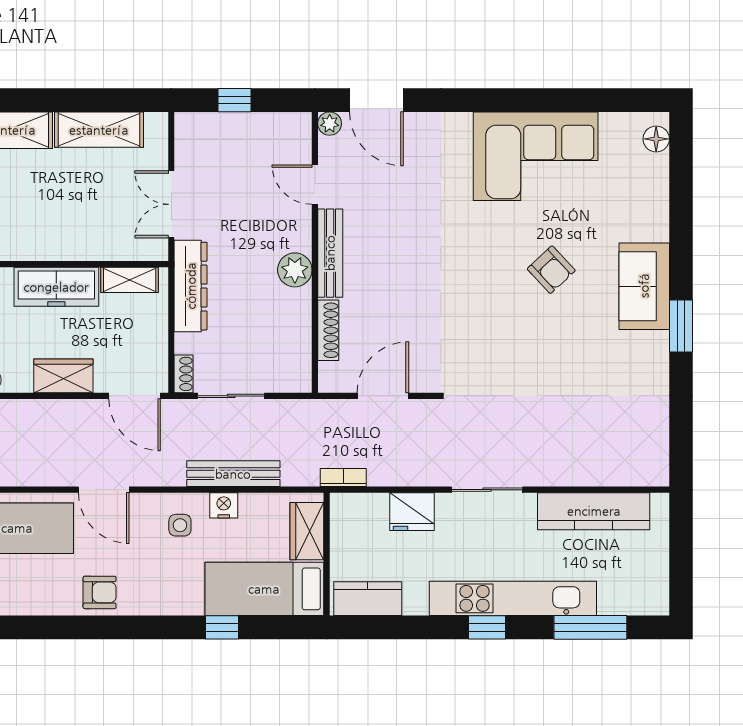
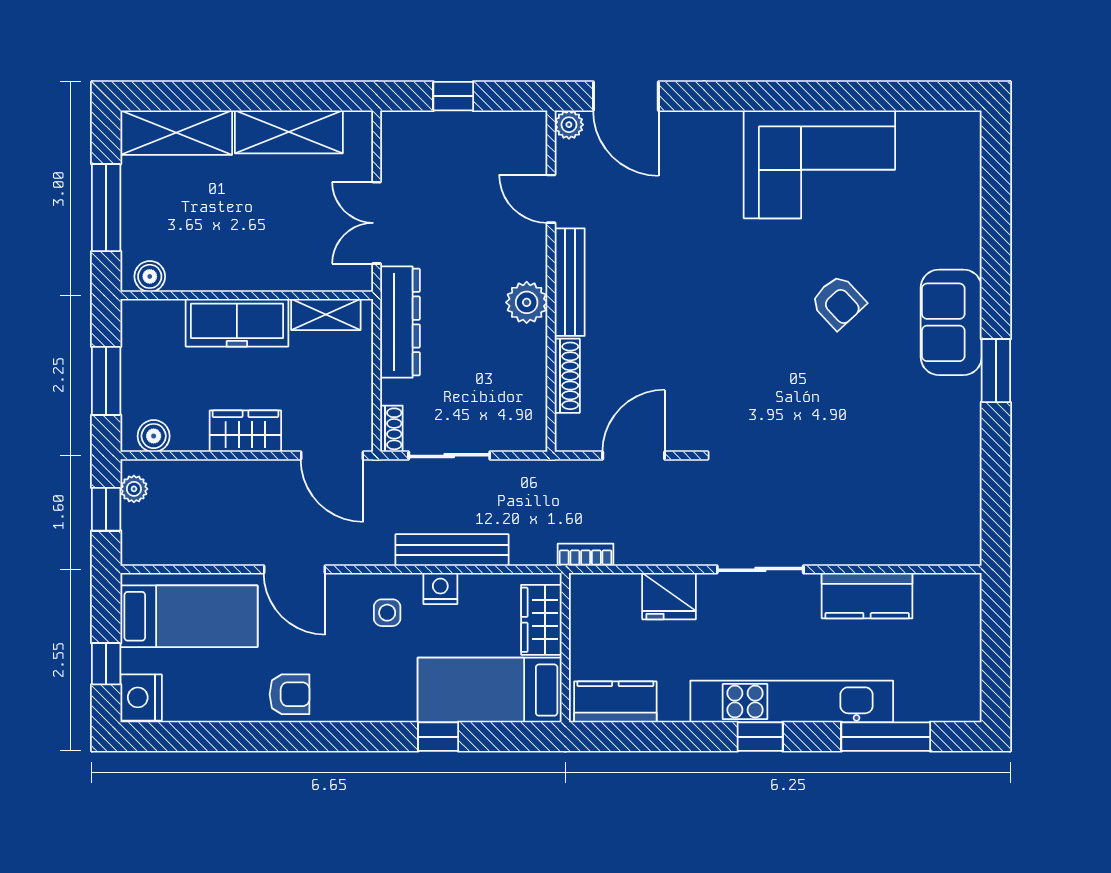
floor lamp: (656, 139) -> (966, 143), removed
kitchen counter: (594, 511) -> (867, 596), width x0.67

